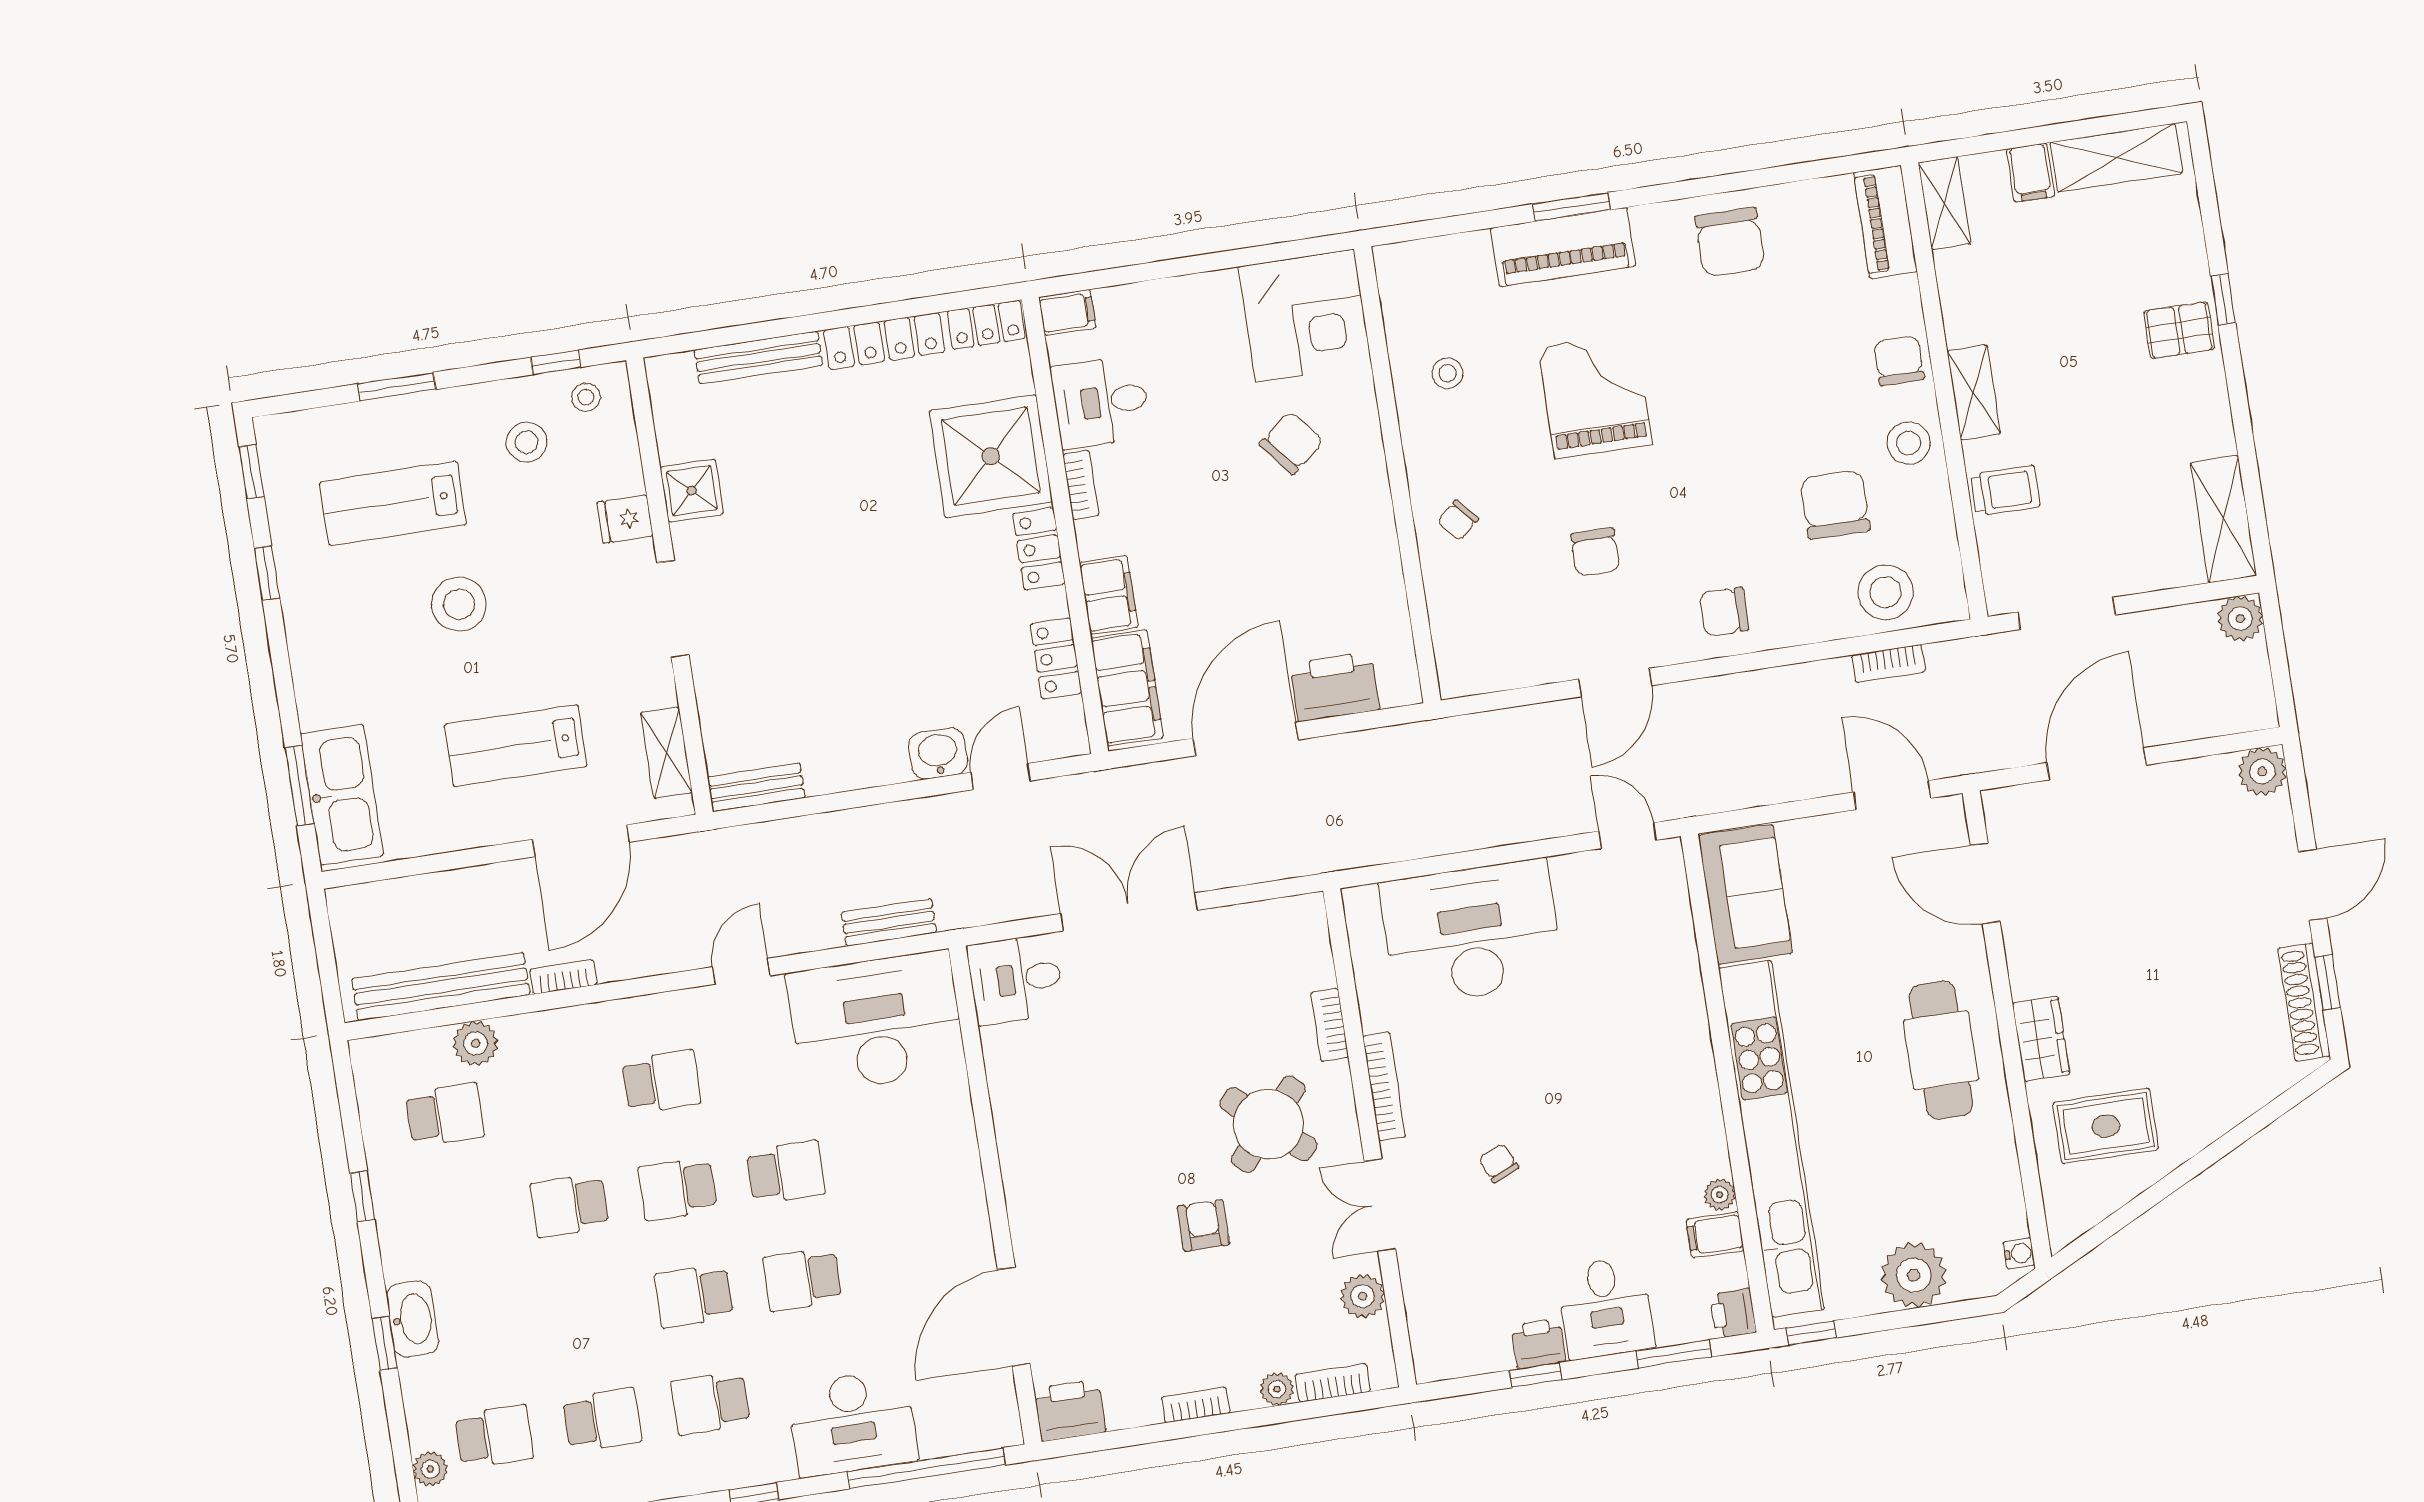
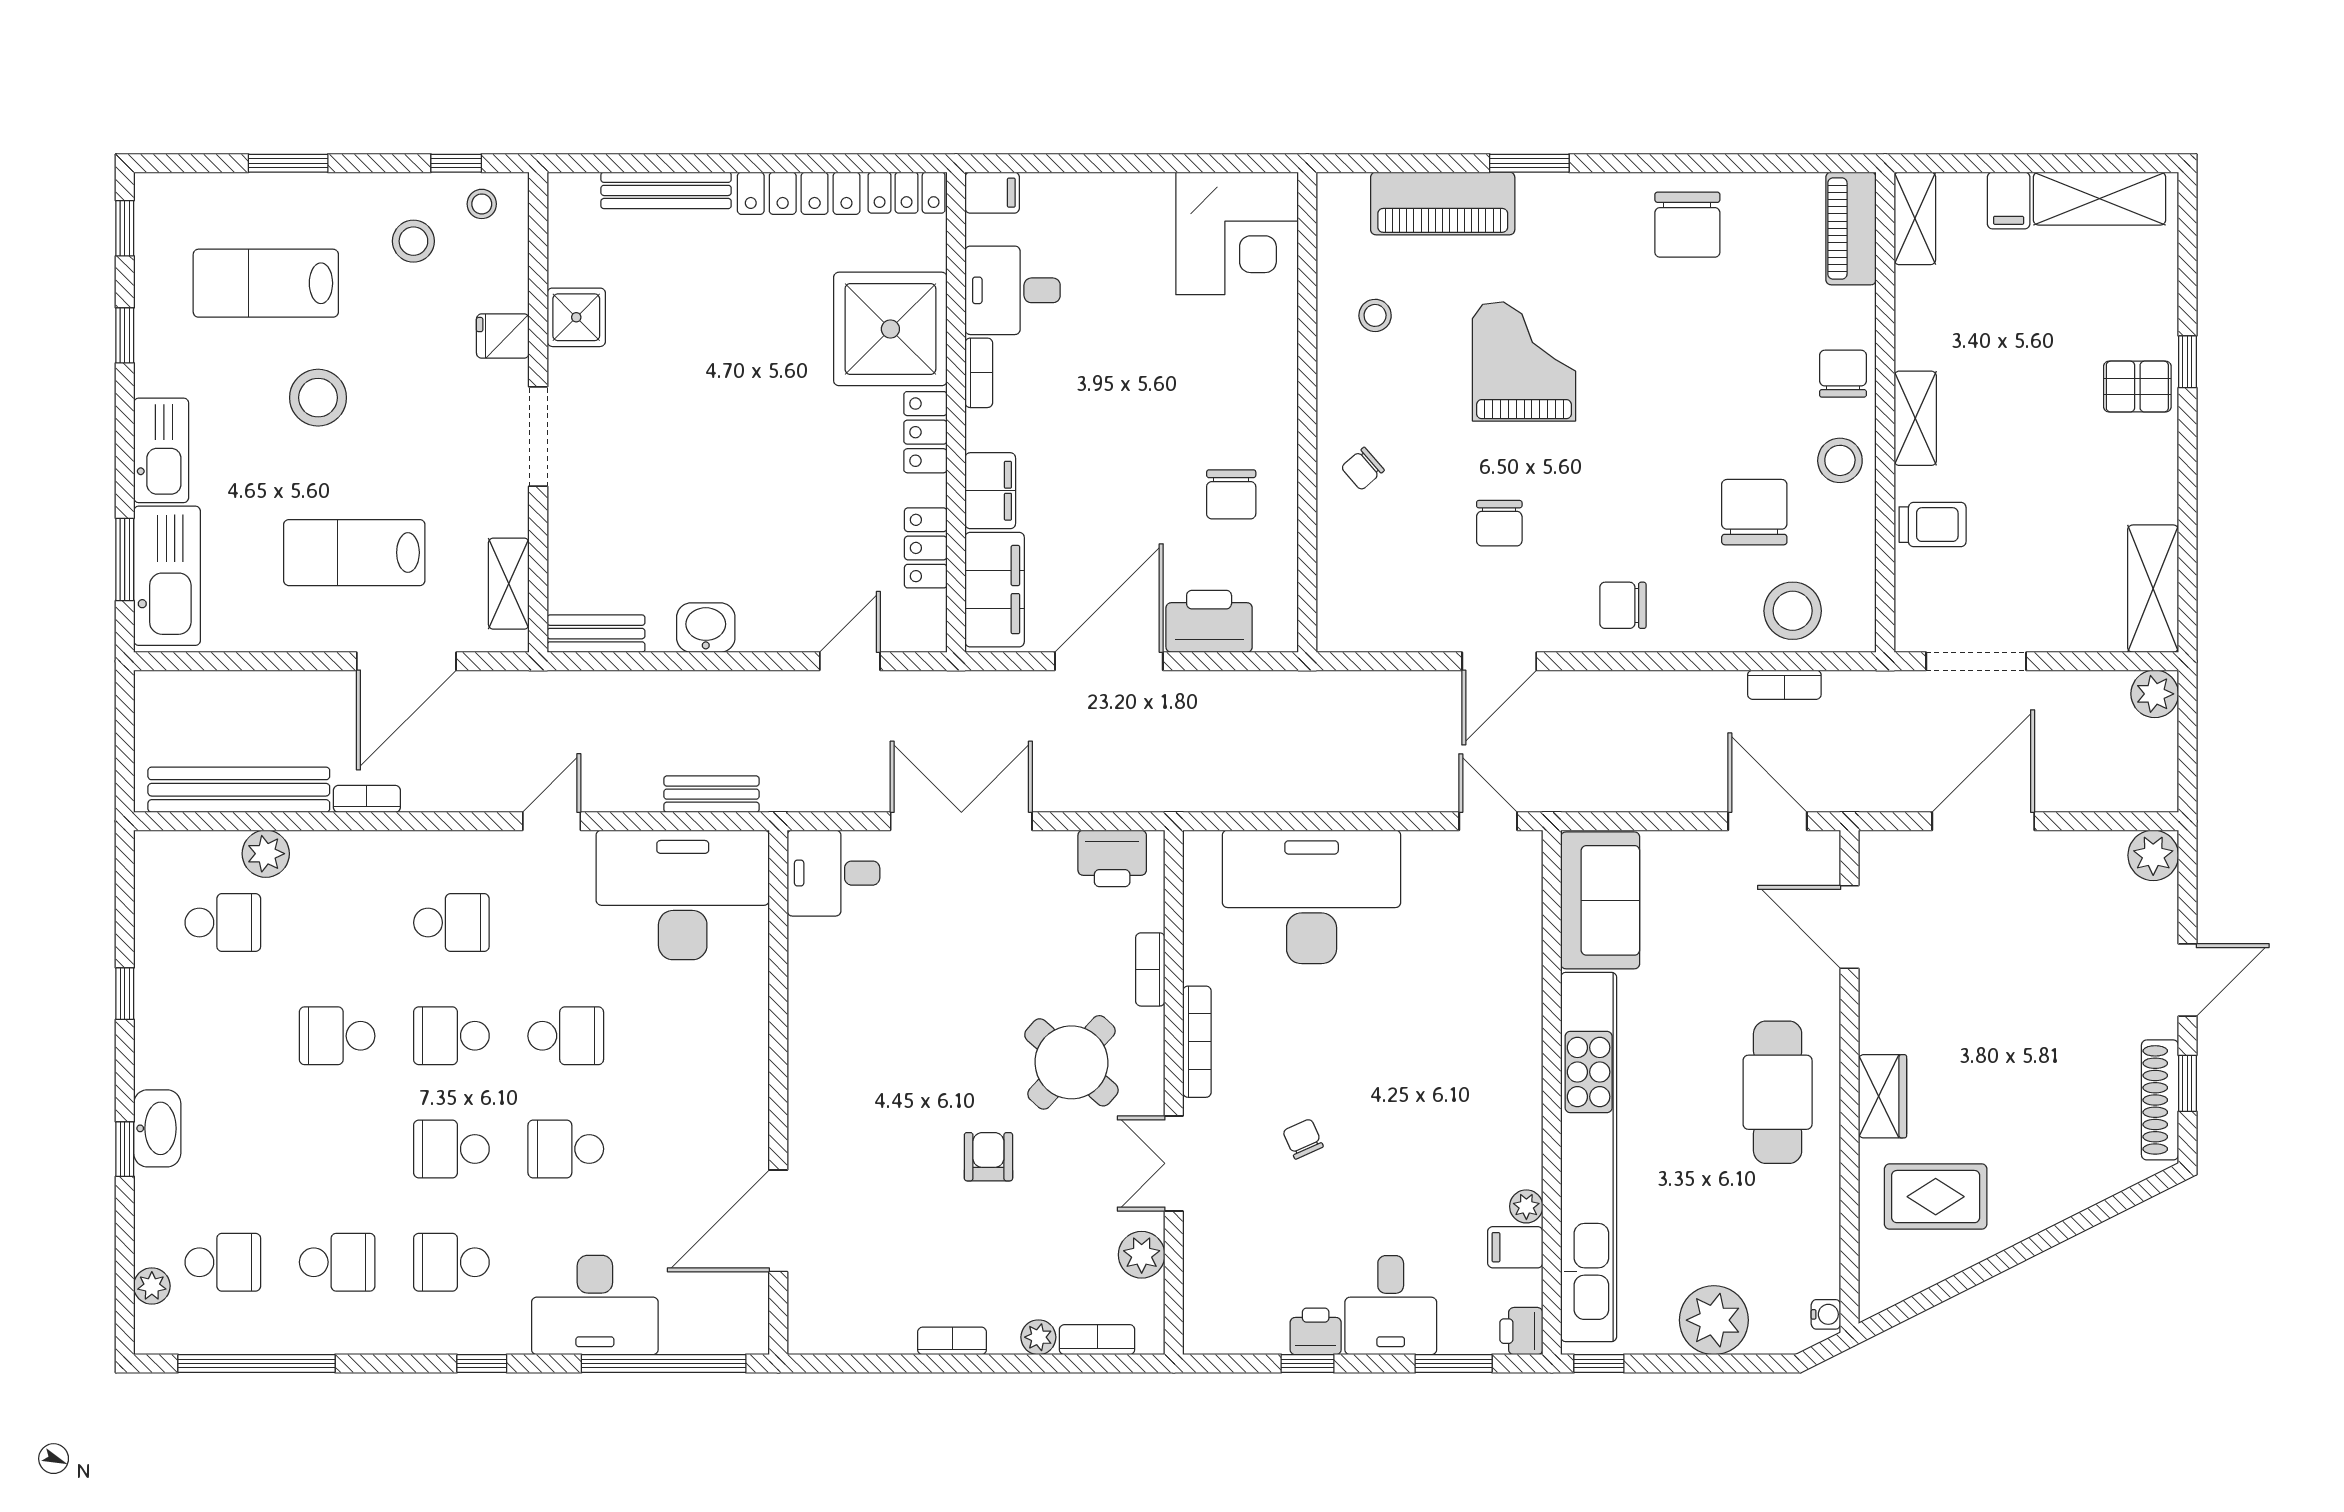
piano: (1563, 247) -> (1443, 203), moved
chair: (1291, 443) -> (1231, 494), moved, turned 129
kitchen sink: (318, 677) -> (161, 450), added
washbasin: (938, 754) -> (706, 628), moved
printer: (1070, 1410) -> (1112, 858), moved, turned 180

